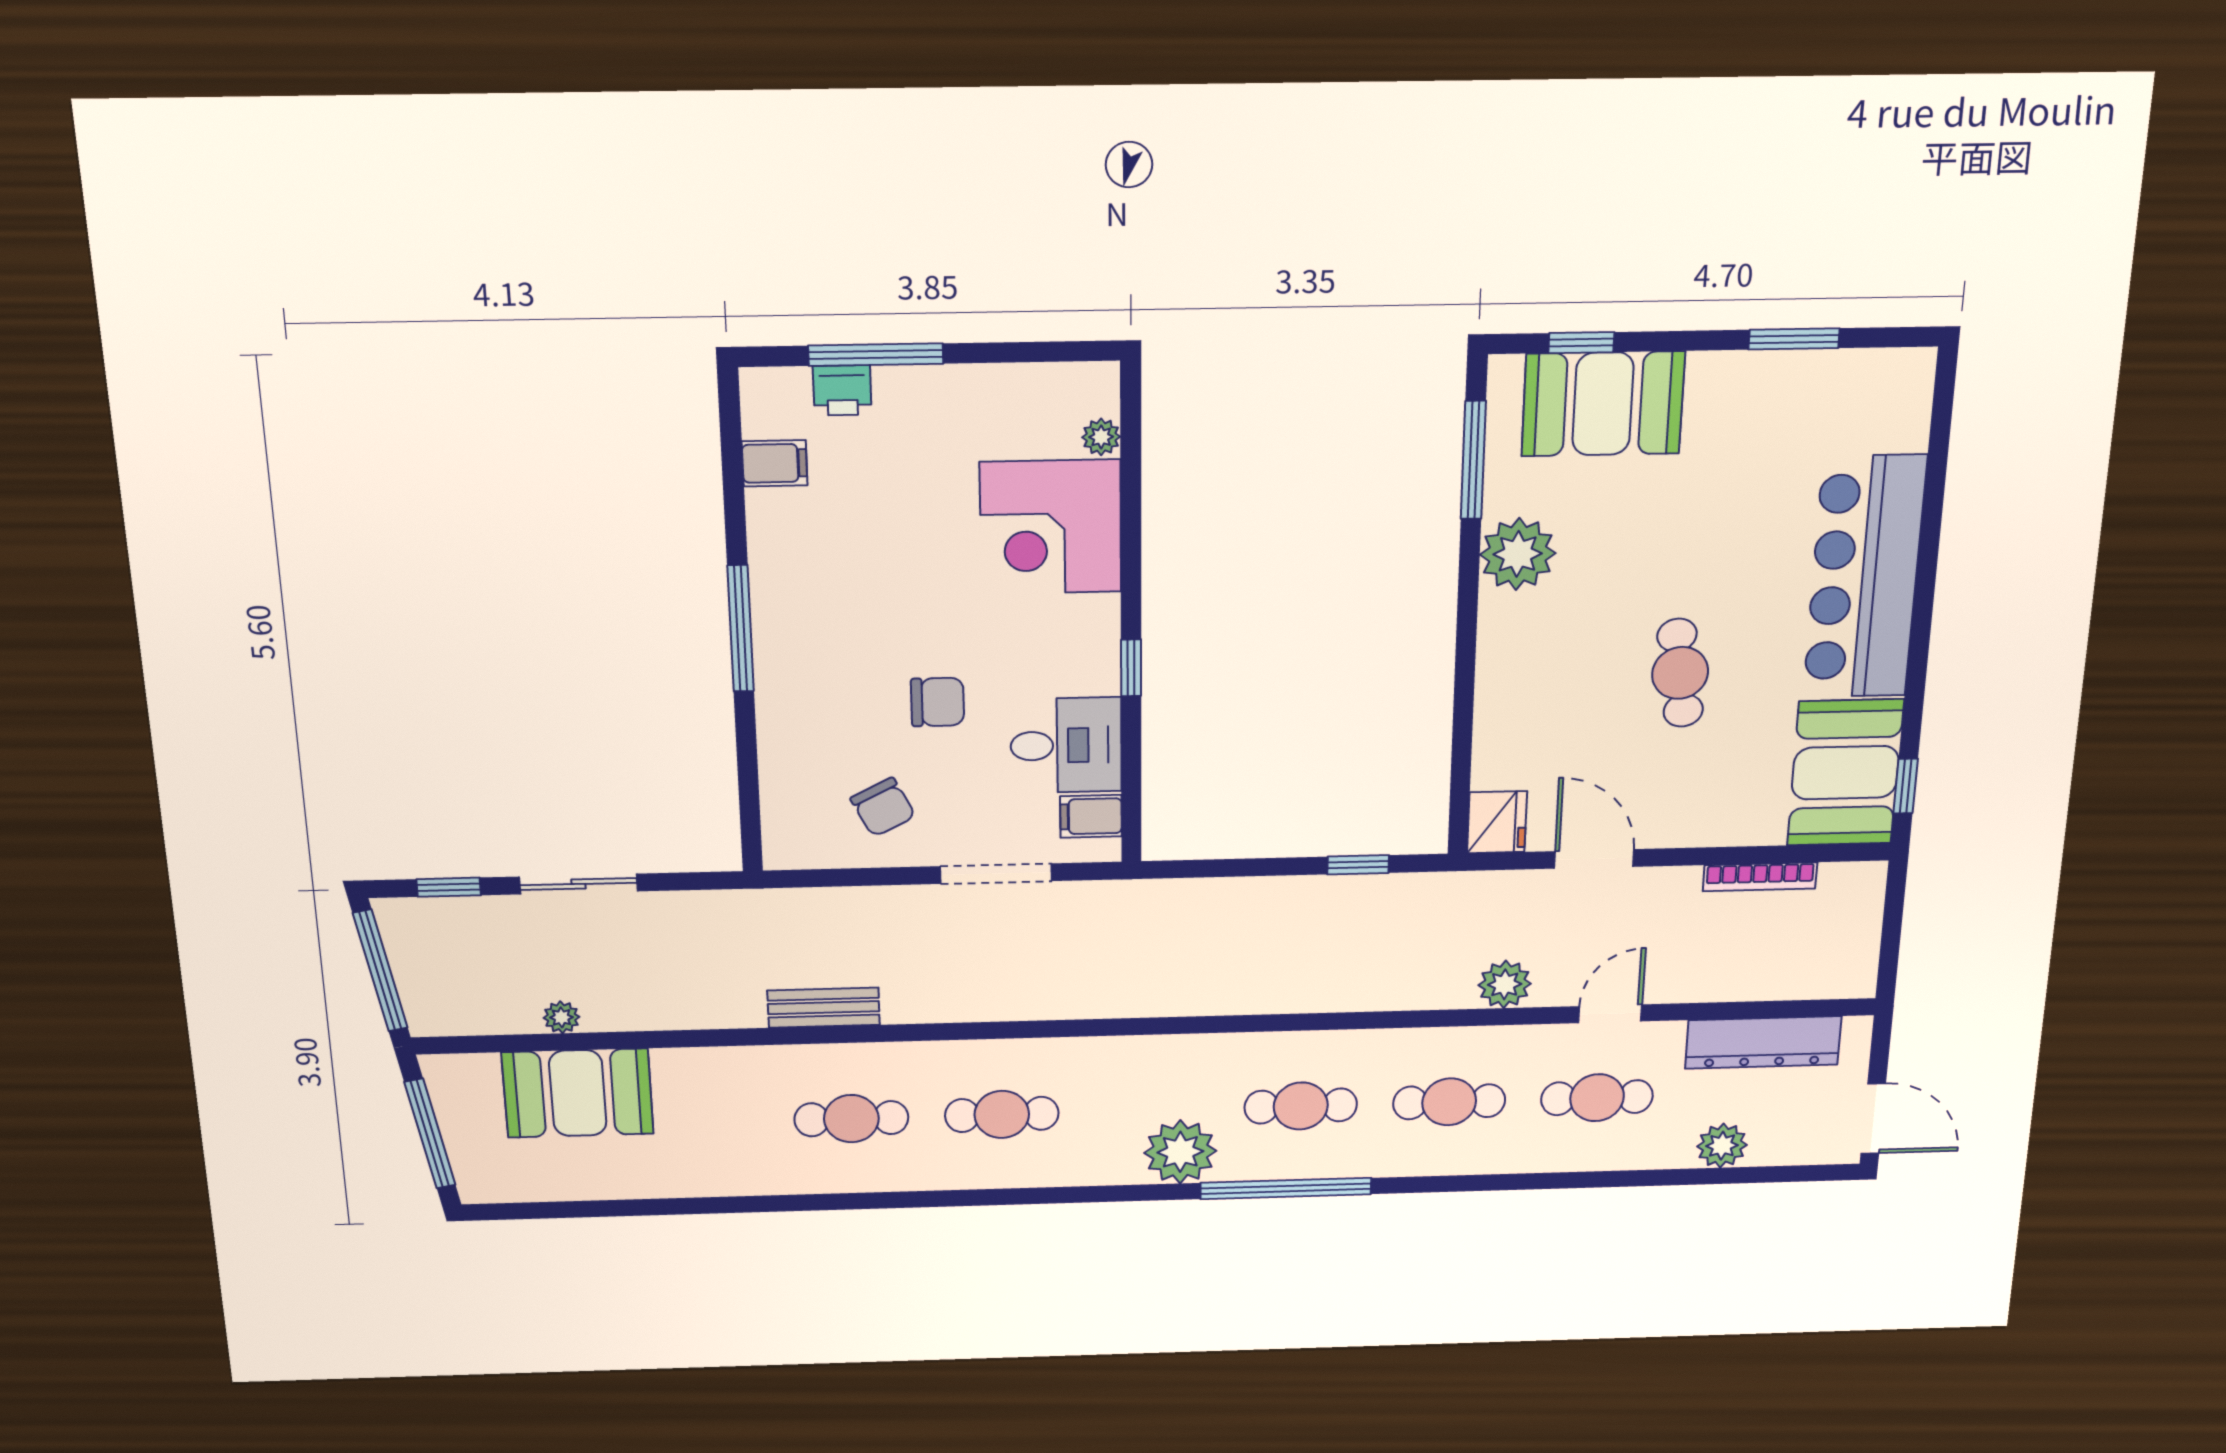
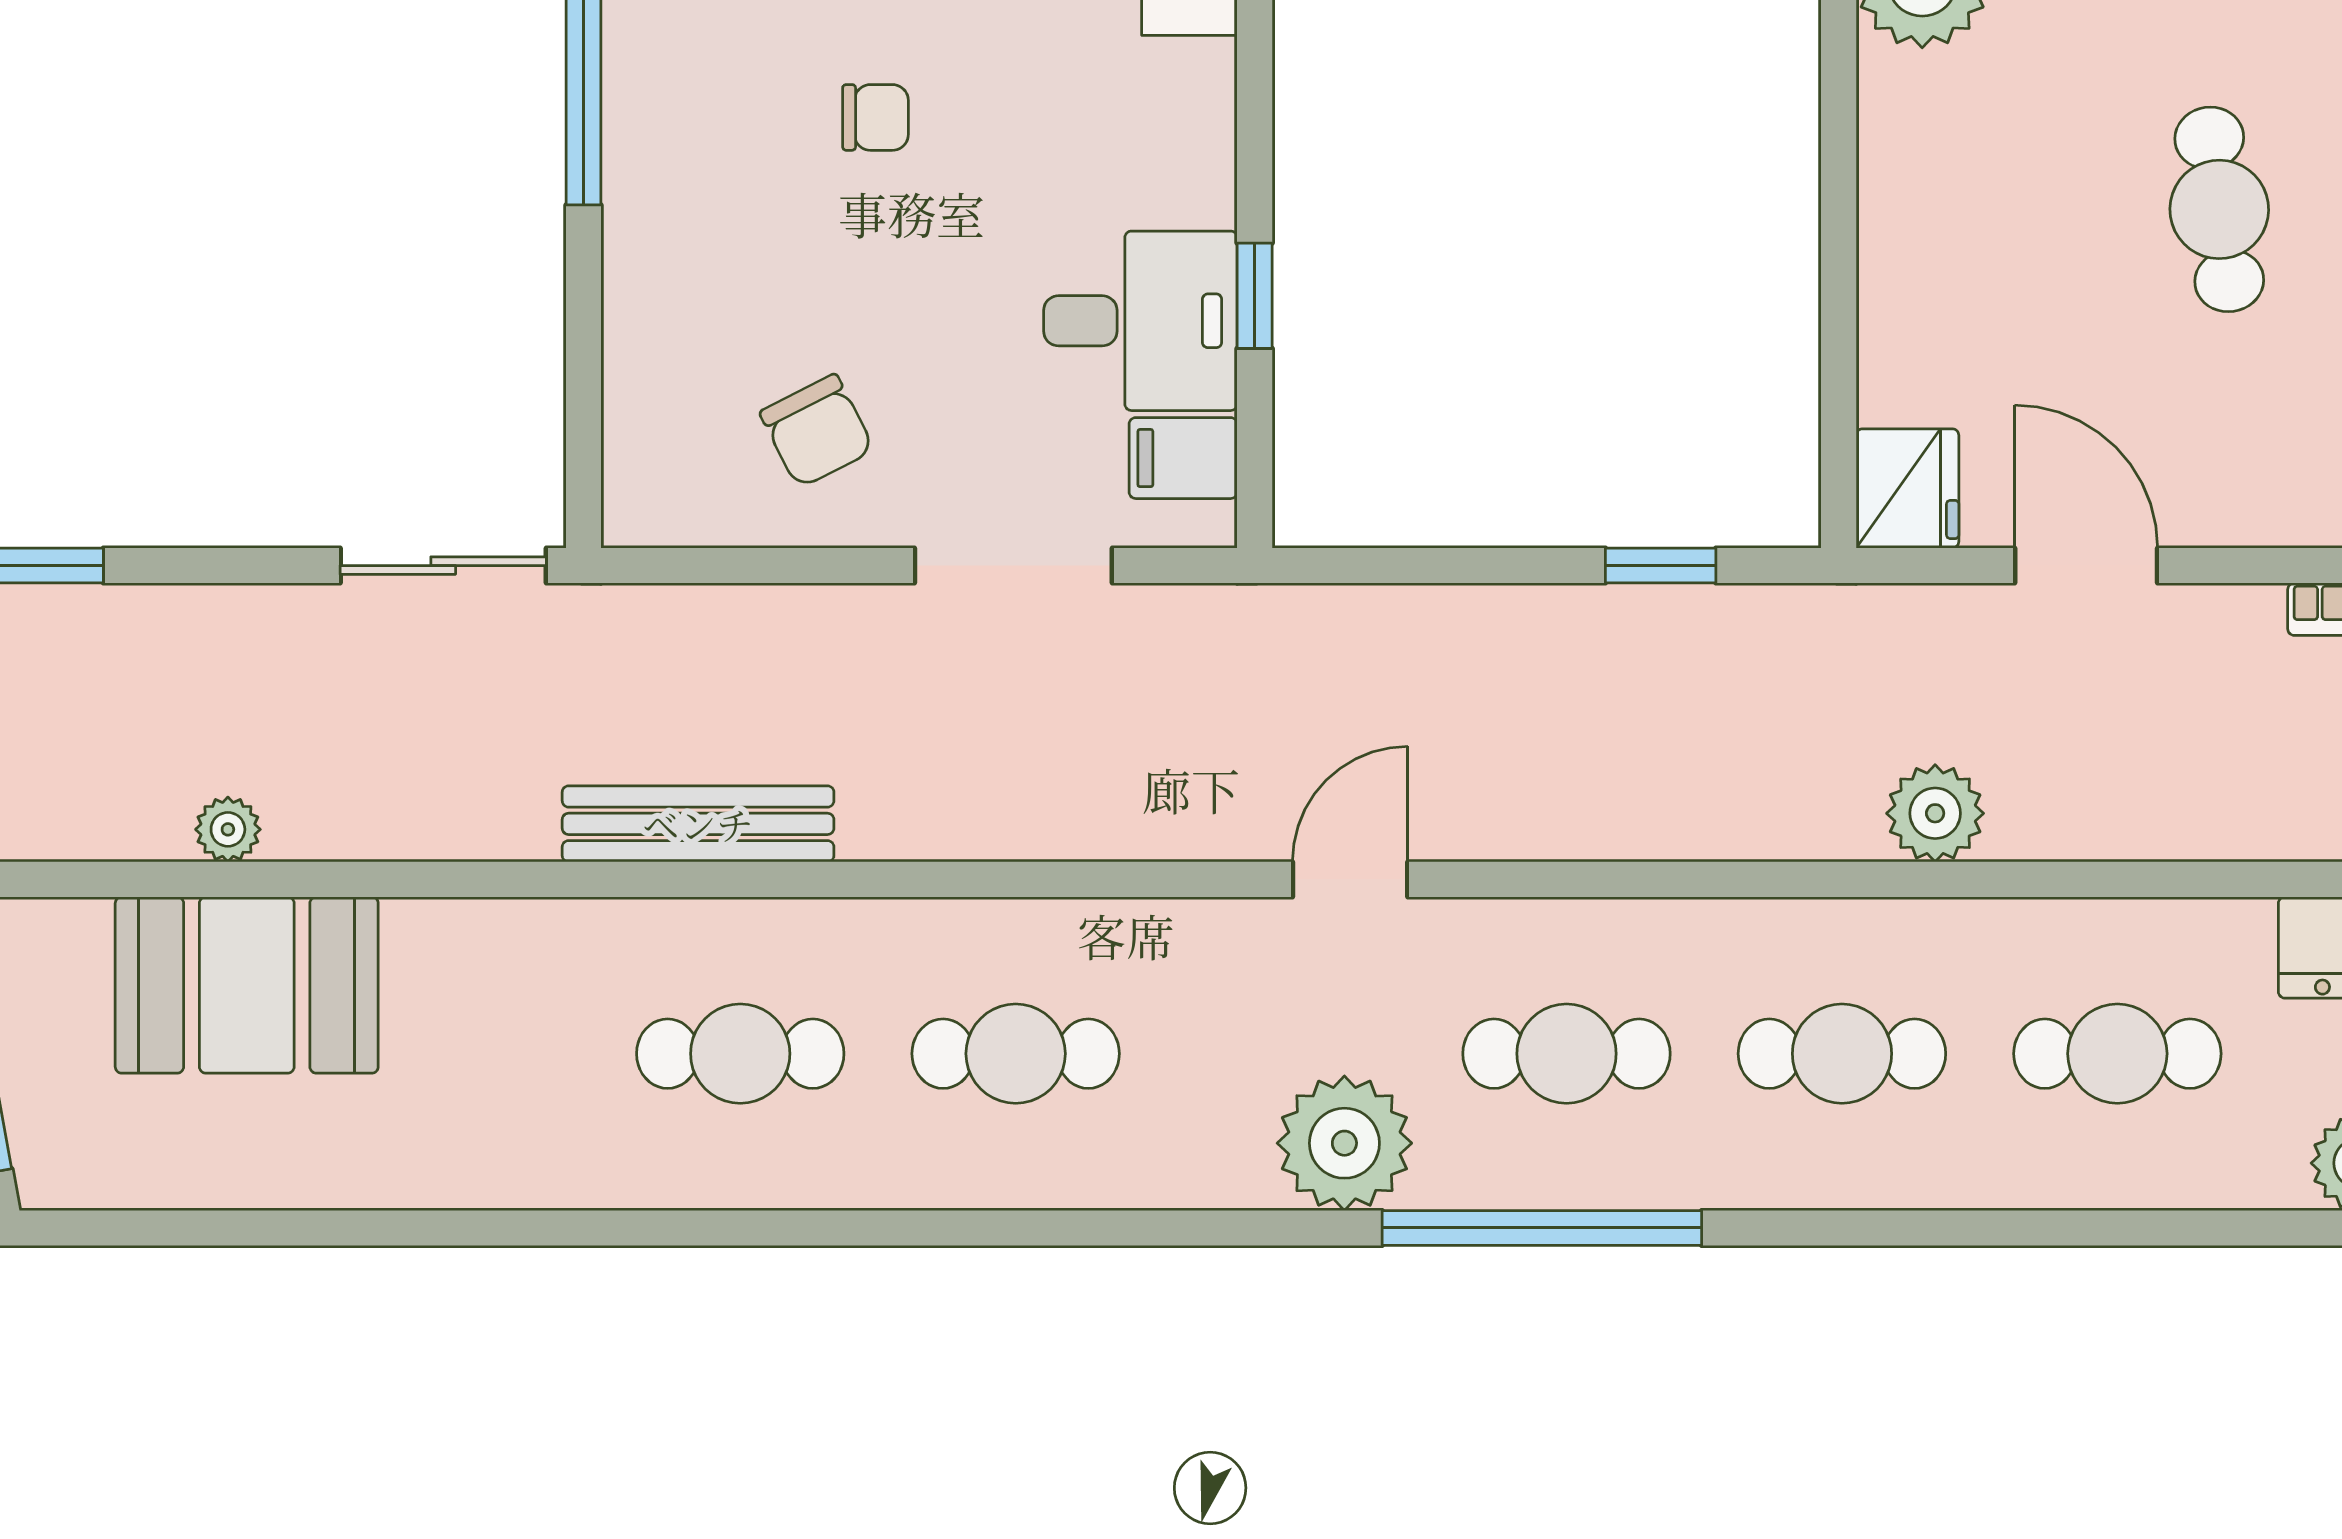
window: (1131, 668) -> (1255, 296), moved
chair: (938, 702) -> (875, 117), moved, width x0.73, depth x0.73
sliding door: (578, 884) -> (443, 566), moved
bench: (824, 1008) -> (698, 824), width x1.36
door: (1610, 1014) -> (1350, 879), moved

